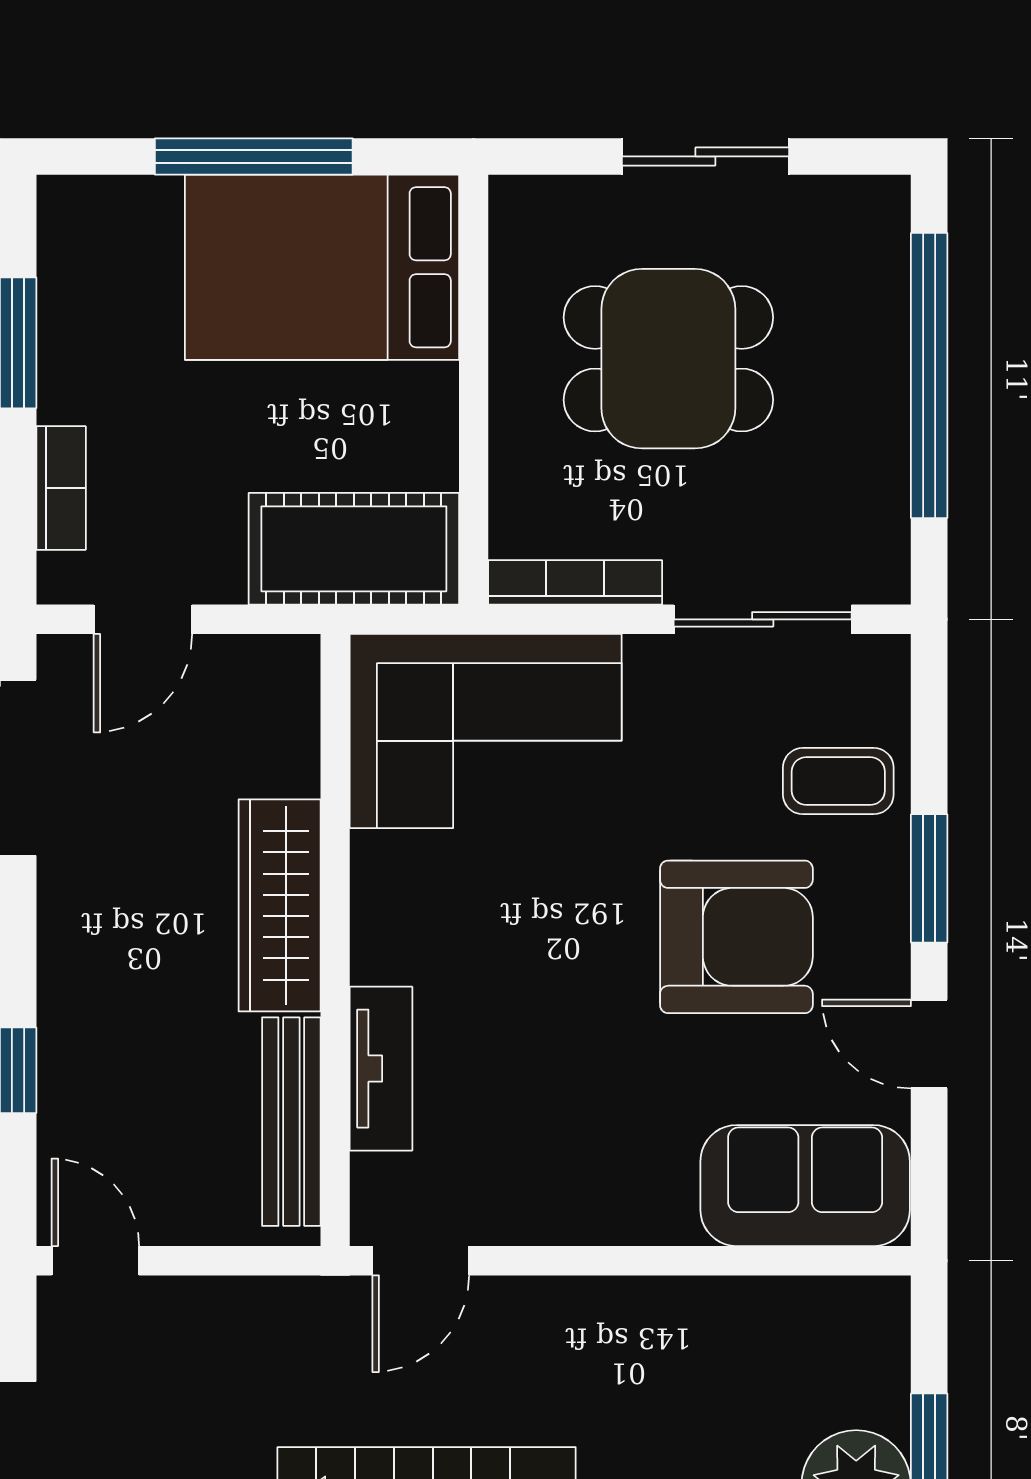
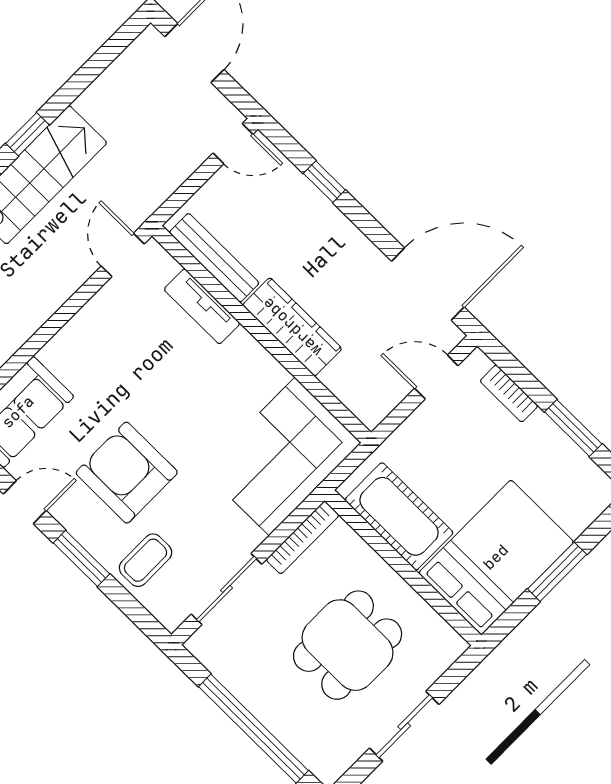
window: (254, 156) -> (557, 572), width x0.69
cot: (354, 549) -> (399, 516), moved, turned 90
door: (143, 619) -> (436, 377), hinge flipped
armchair: (736, 937) -> (127, 473), turned 90

